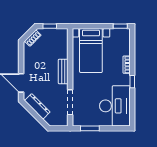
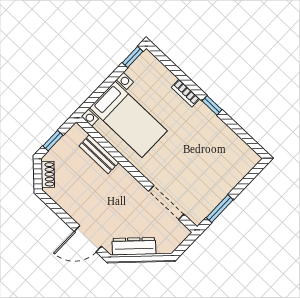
bench: (63, 71) -> (99, 154), moved
desk: (115, 106) -> (221, 154), removed

